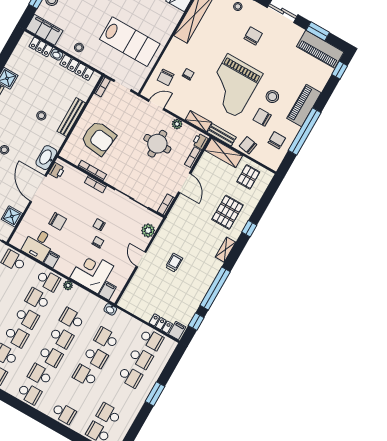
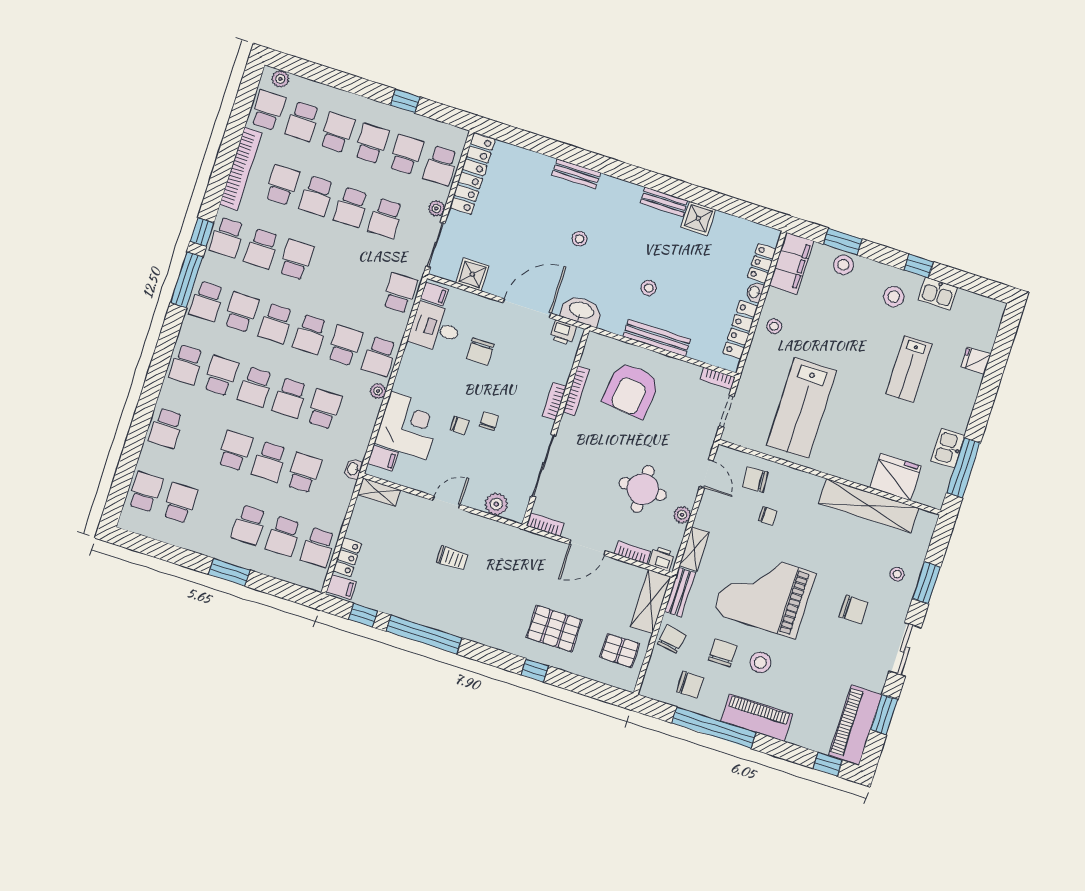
shelving: (225, 250) -> (379, 492), moved
filing cabinet: (52, 260) -> (434, 294), moved

